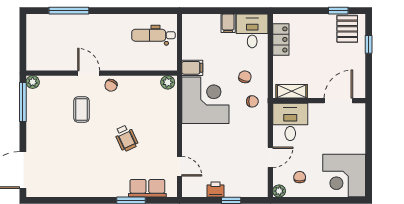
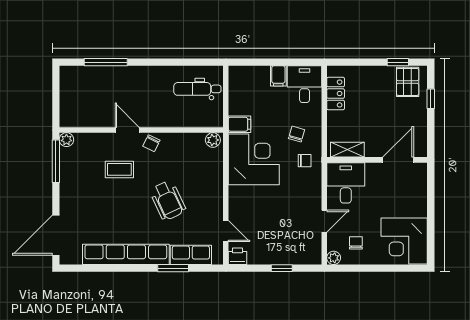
coffee table: (82, 109) -> (119, 169), turned 90
wheelchair: (126, 138) -> (168, 200), width x1.36, depth x1.37
row of seats: (87, 188) -> (126, 254), added
printer: (215, 190) -> (237, 256), moved

